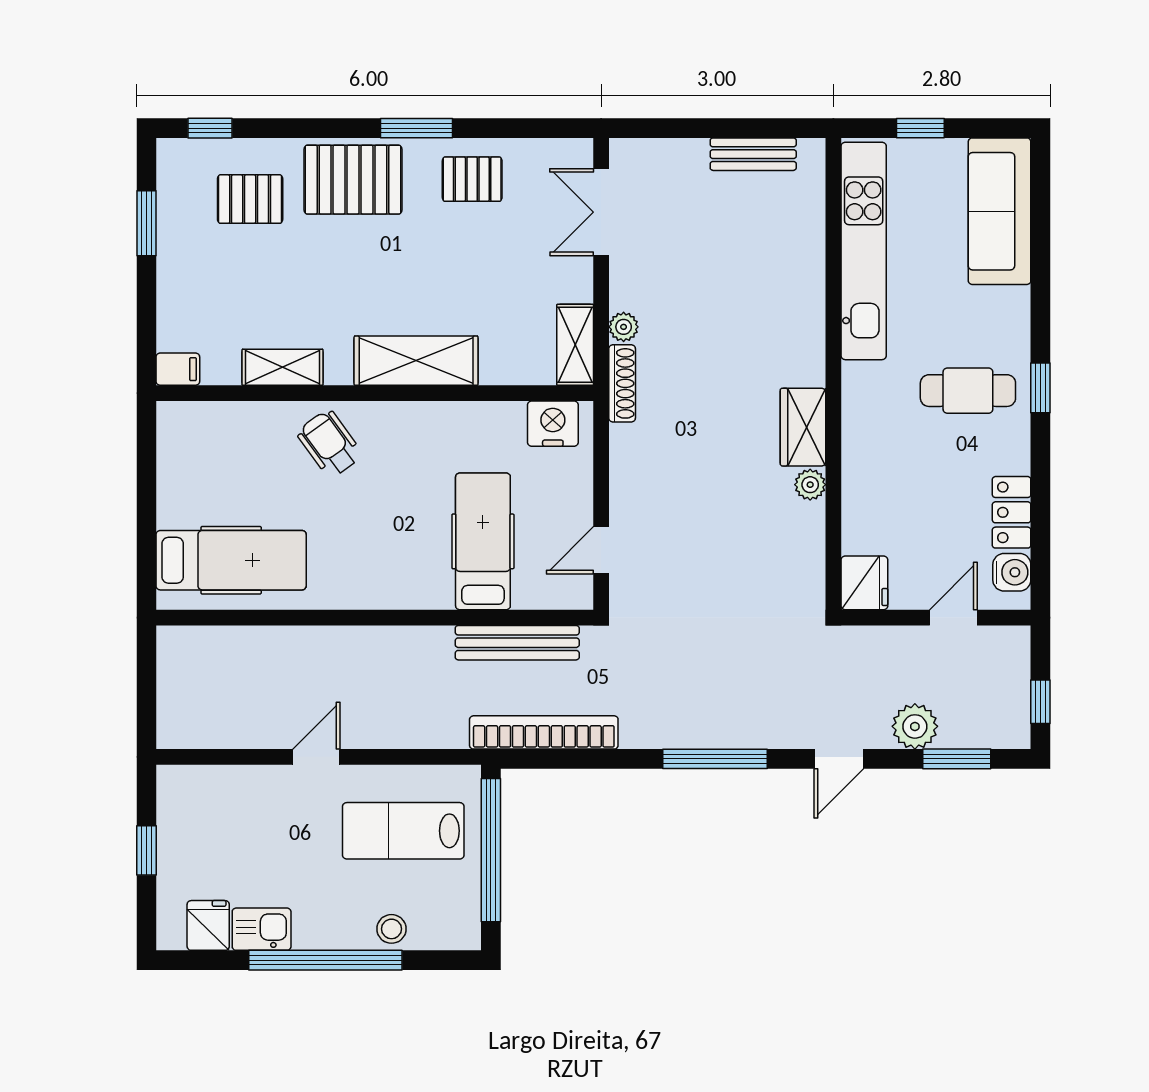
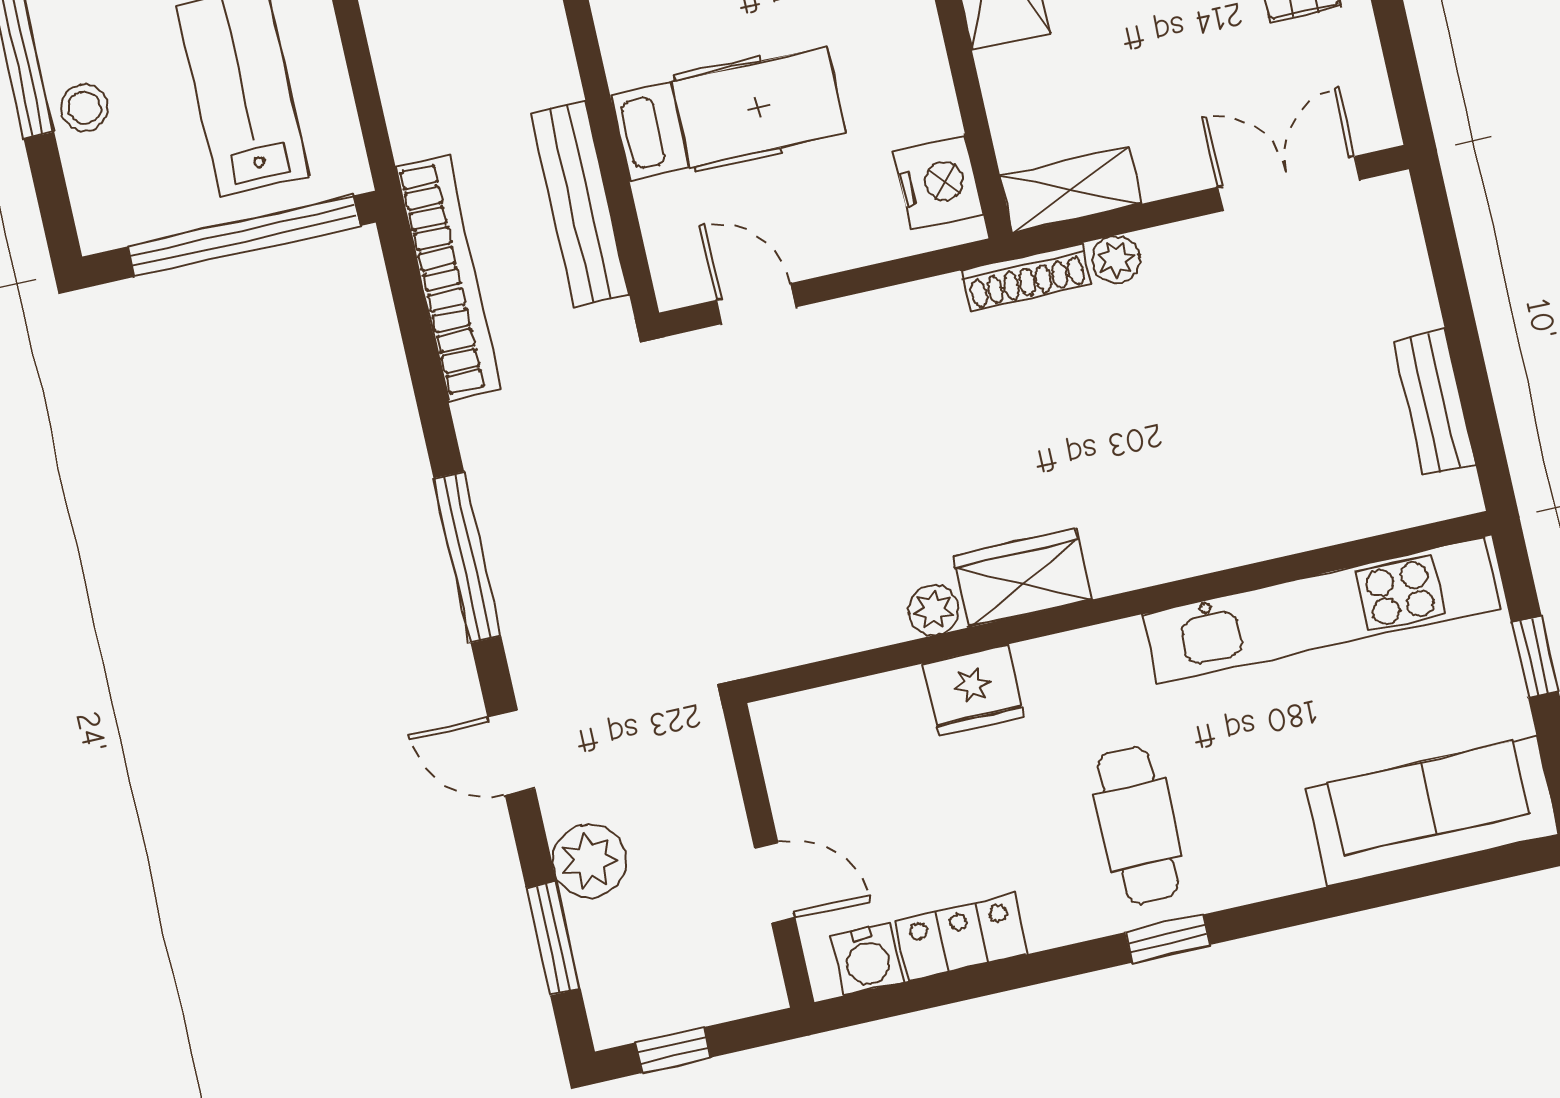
fridge: (864, 583) -> (973, 691), moved

